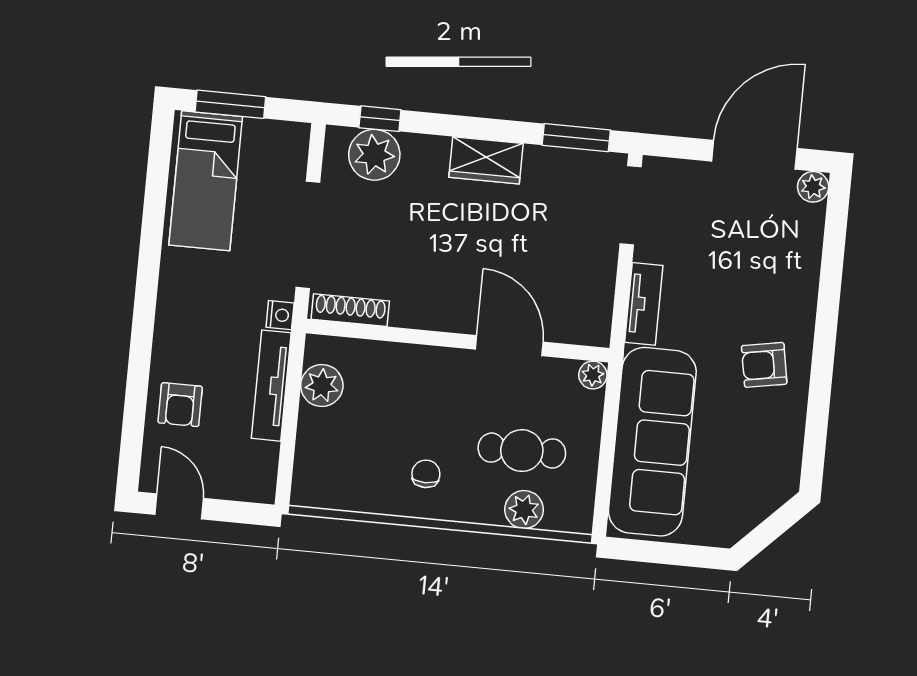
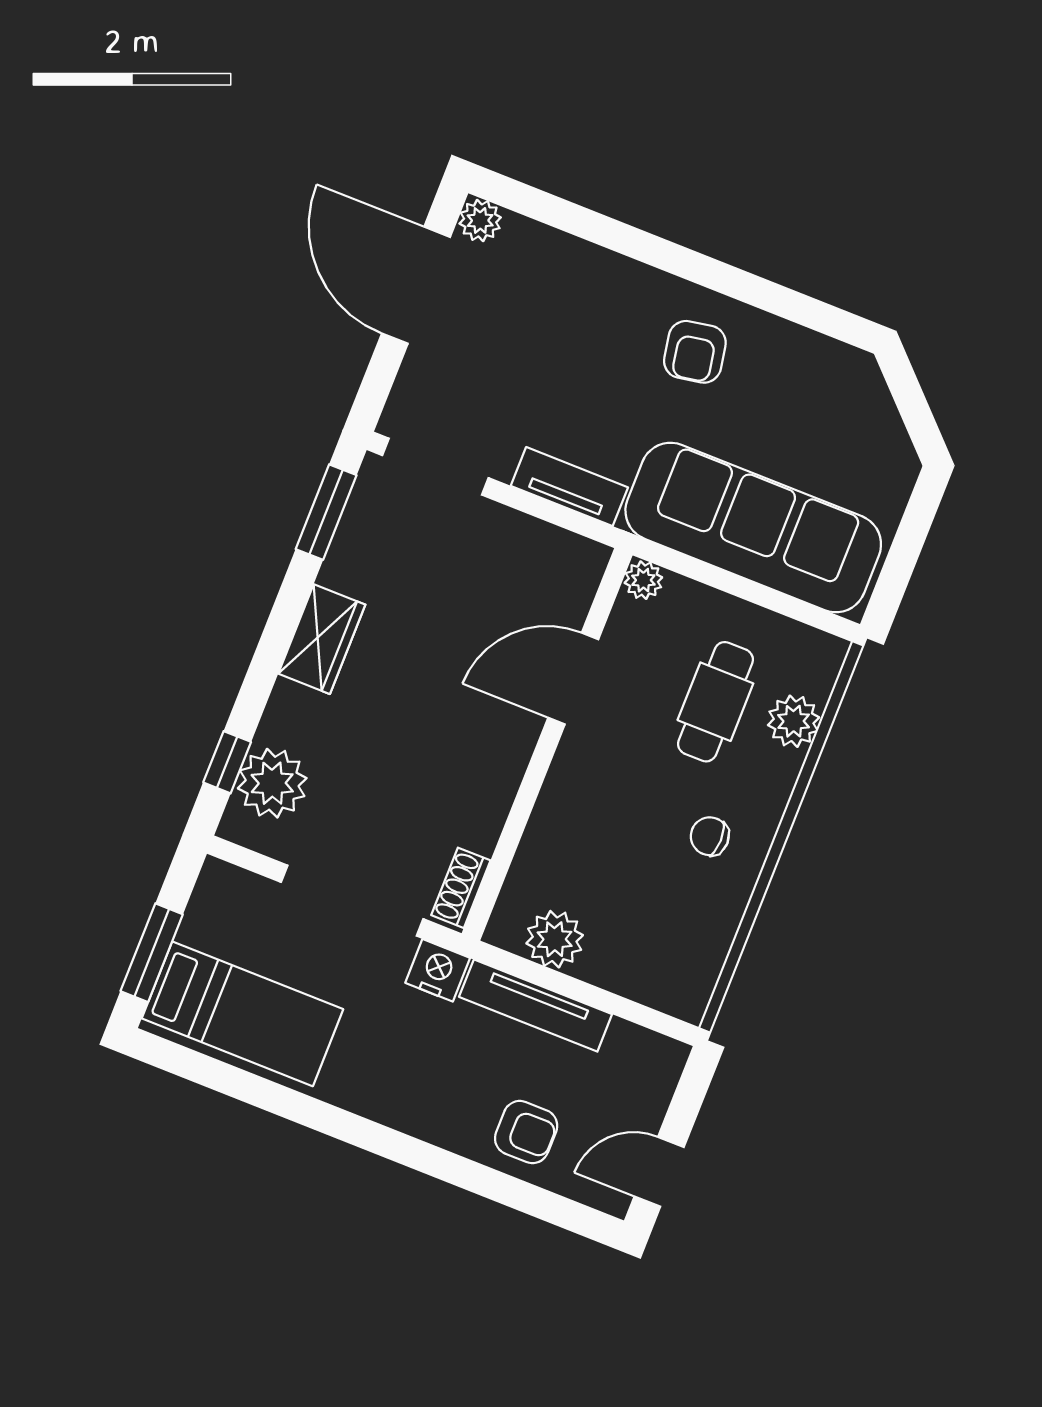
shoe rack: (350, 310) -> (461, 888), width x0.70
nightstand: (280, 315) -> (438, 970), width x1.39, depth x1.35

